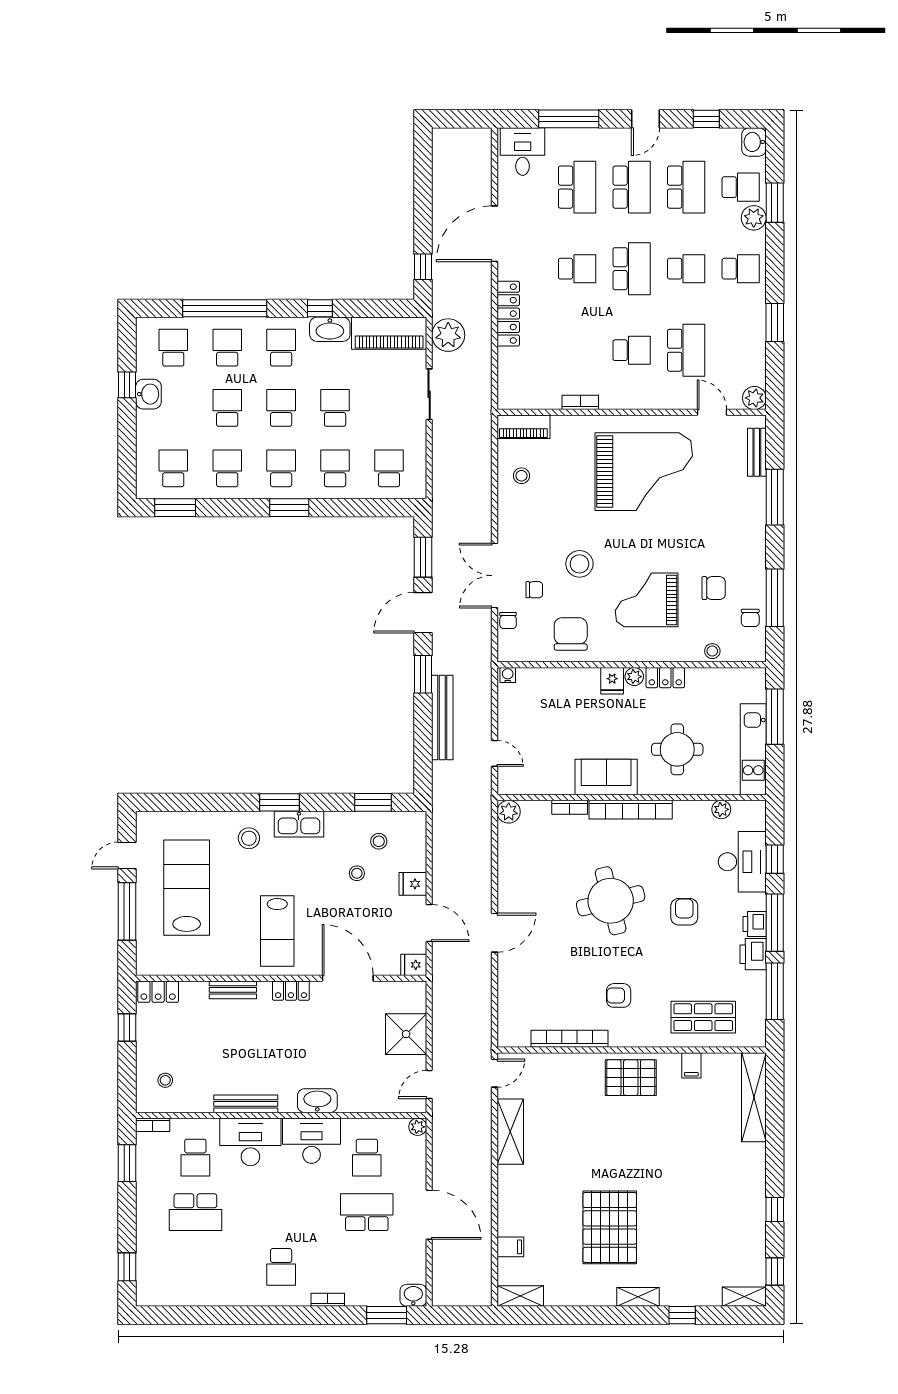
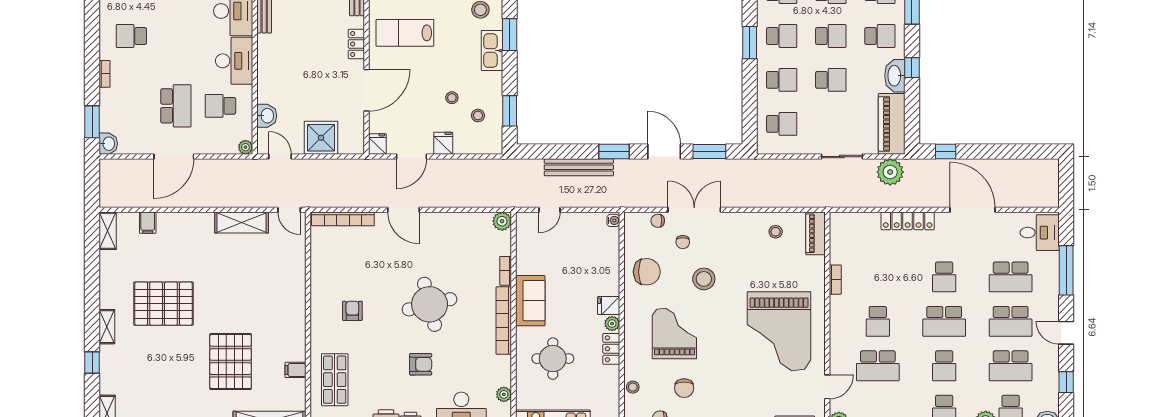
bookcase: (569, 1039) -> (343, 219), moved, turned 90
pallet: (631, 1078) -> (231, 362), moved, width x1.37, depth x1.41
washbasin: (317, 1101) -> (267, 116), moved, width x0.72

